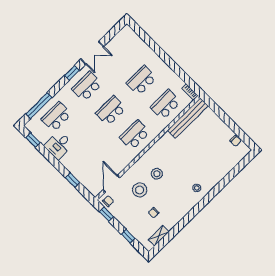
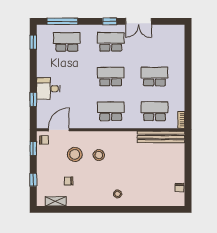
desk: (59, 145) -> (48, 89), moved

